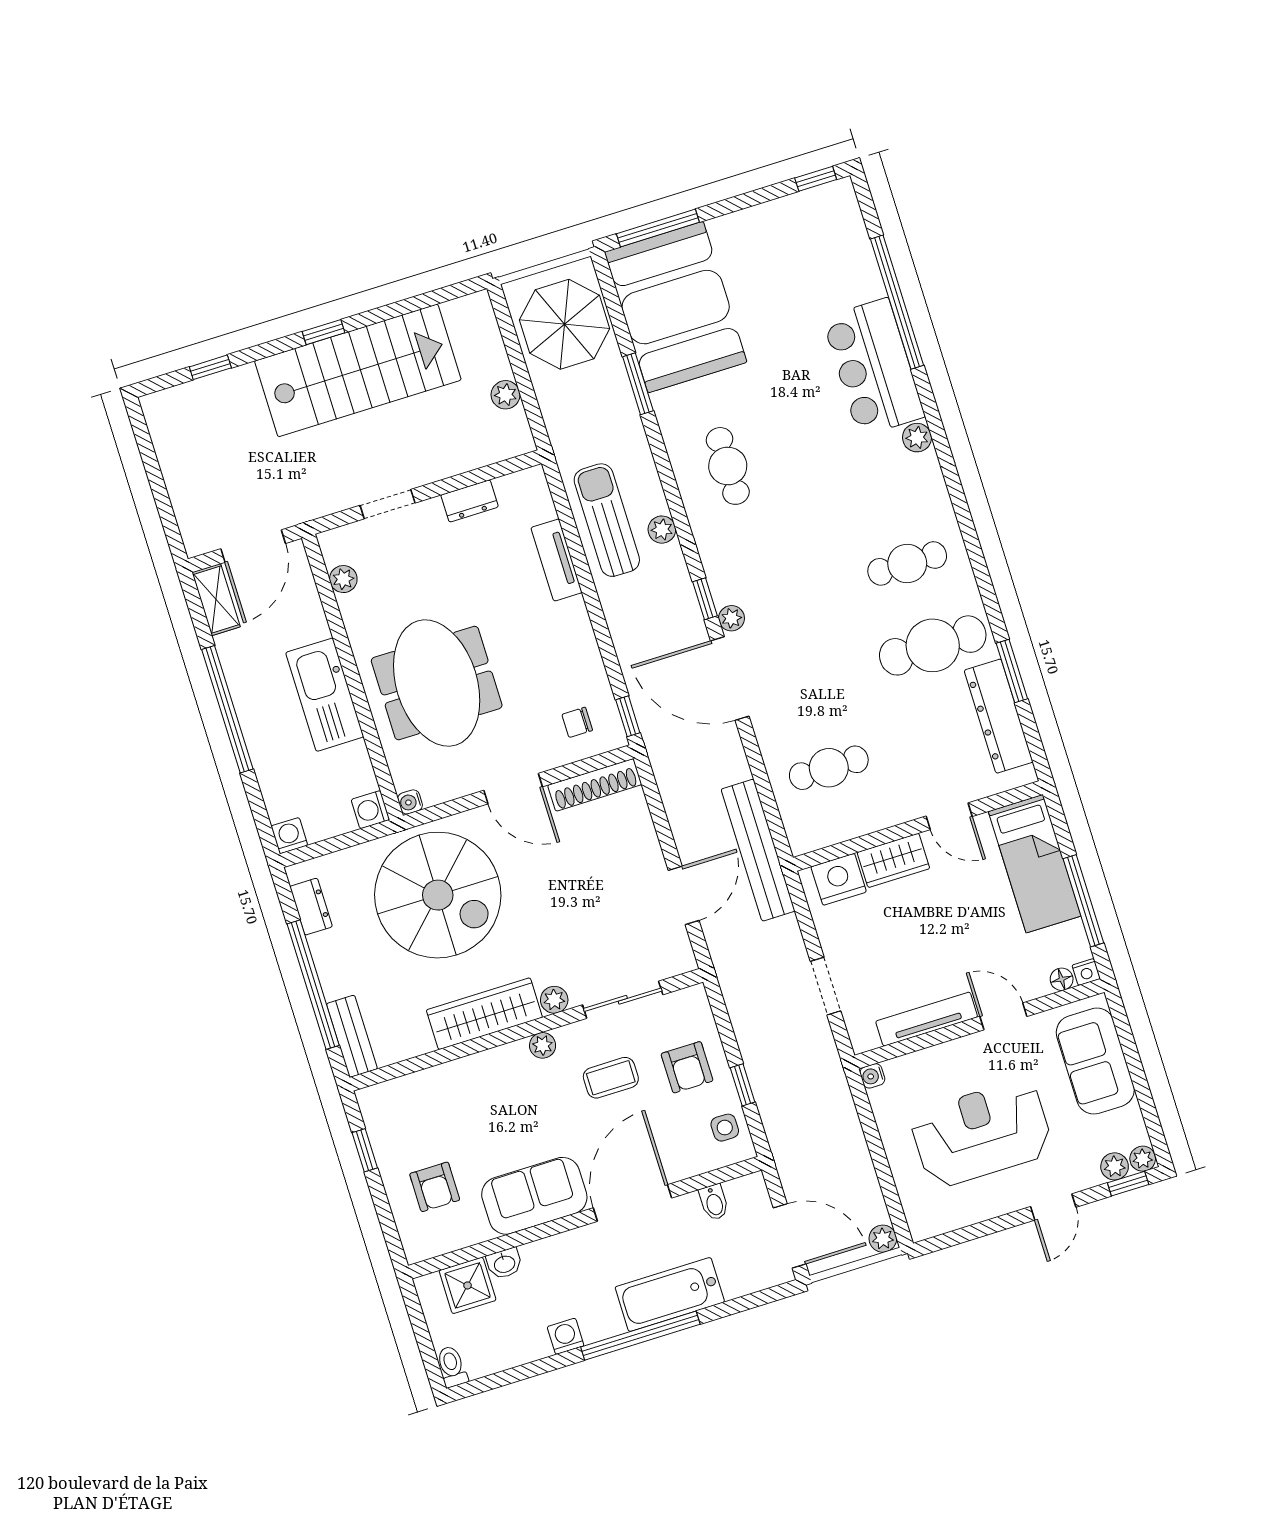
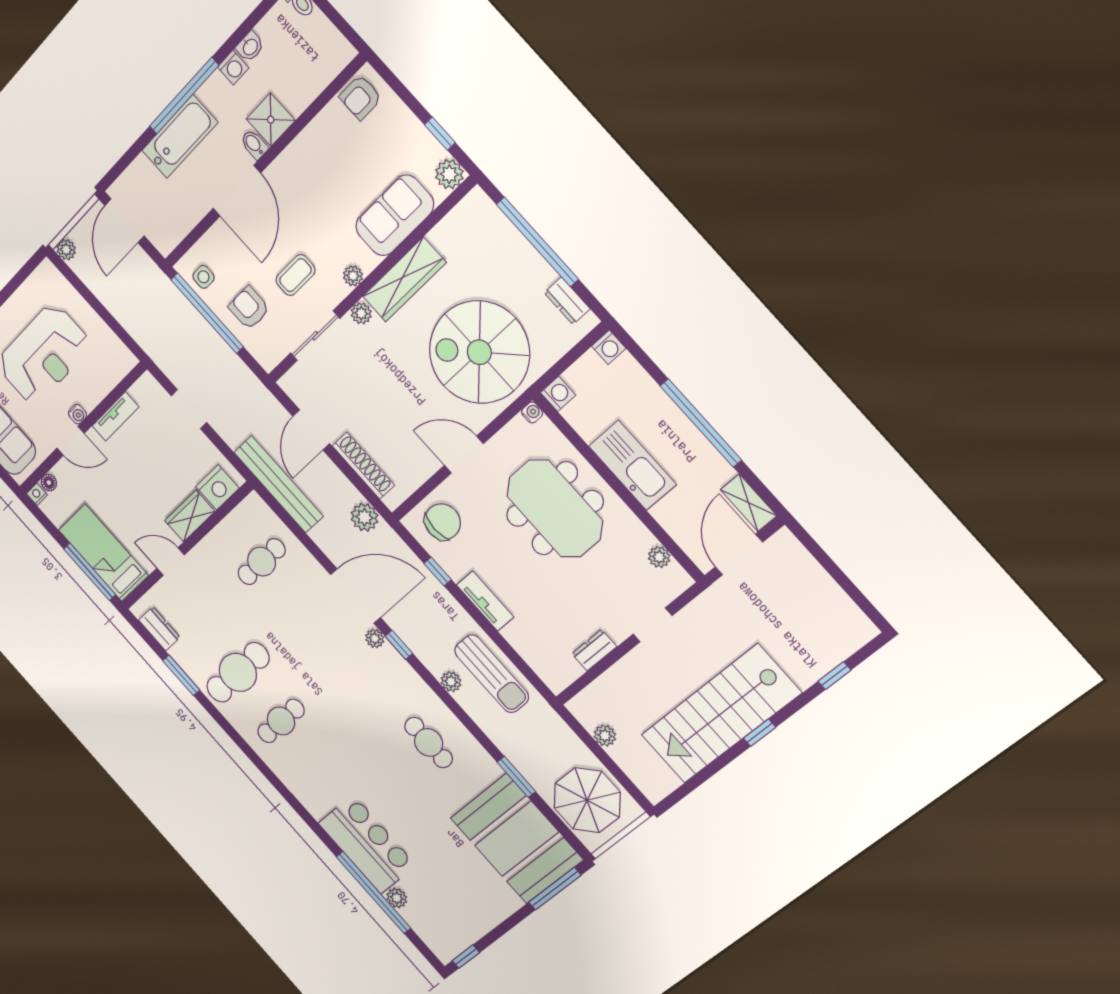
plant: (917, 438) -> (397, 898), moved
tv unit: (556, 560) -> (485, 601), moved
window: (628, 716) -> (438, 571), moved
dresser: (999, 716) -> (159, 629), width x0.51, depth x0.80
chair: (577, 722) -> (443, 522), width x1.87, depth x1.87
plant: (670, 767) -> (364, 517), added
shoe rack: (595, 785) -> (363, 466), moved, turned 90
window: (1083, 901) -> (90, 572), moved
tv unit: (927, 1019) -> (115, 416), width x0.71
bench: (352, 1036) -> (490, 216), removed
water cooler: (872, 1076) -> (77, 414), moved, turned 90
window: (743, 1085) -> (207, 313), width x3.17
plant: (376, 1103) -> (449, 174), added
armchair: (435, 1187) -> (360, 97), moved, turned -90
sofa: (534, 1196) -> (395, 215), moved, turned 180
bidet: (714, 1202) -> (254, 144), moved
door: (790, 1236) -> (124, 221), hinge flipped
washbasin: (504, 1264) -> (250, 47), moved, turned 180
shower: (468, 1285) -> (271, 120), moved

